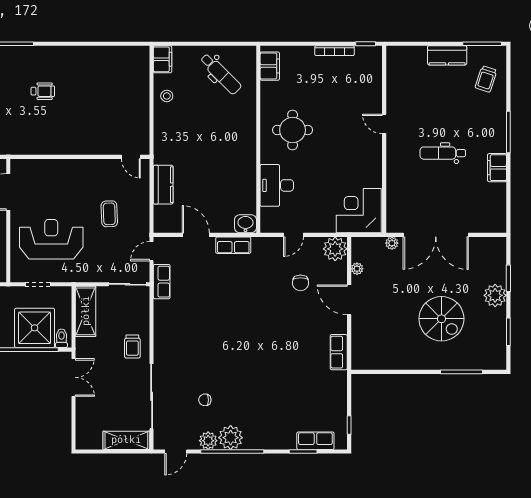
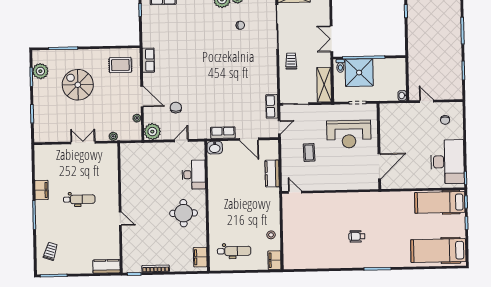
kitchen counter: (447, 55) -> (107, 266), moved
dental chair: (221, 74) -> (234, 251), turned 135
corner desk: (359, 211) -> (137, 158), removed
double door: (436, 235) -> (83, 143), width x0.54
plant: (495, 295) -> (40, 71), moved
rug: (379, 346) -> (120, 65), added

